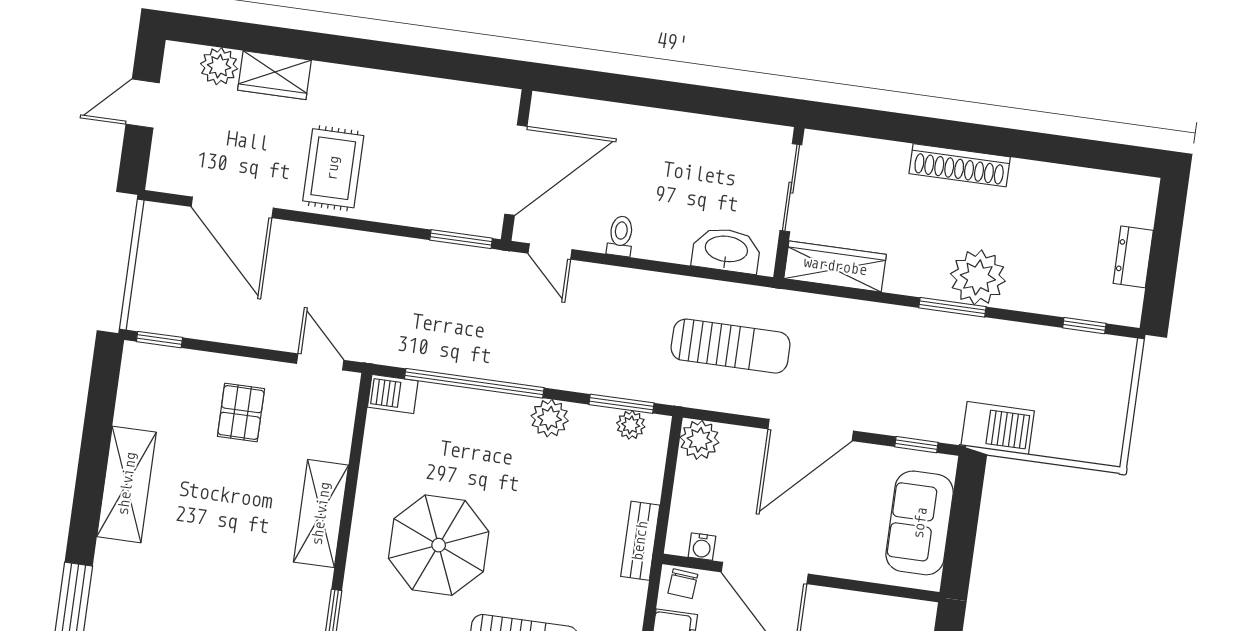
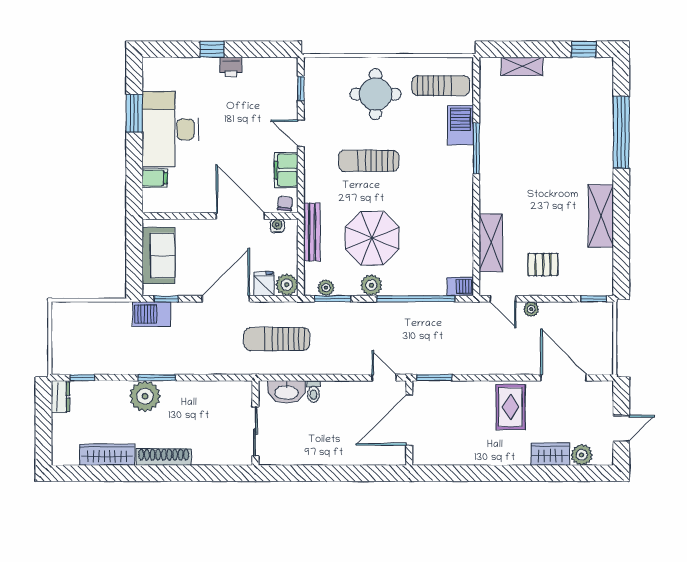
toilet: (621, 236) -> (313, 392), moved
dresser: (1133, 257) -> (60, 397), moved
wardrobe: (835, 266) -> (107, 455), moved, turned 180
plant: (273, 336) -> (531, 309), added
pallet: (241, 413) -> (543, 265), turned 90
barbecue: (998, 428) -> (152, 314), moved
fridge: (739, 447) -> (264, 284), added
shelving: (321, 514) -> (491, 243), moved
bench: (640, 541) -> (312, 232), width x1.36
parasol: (439, 545) -> (372, 238), moved

